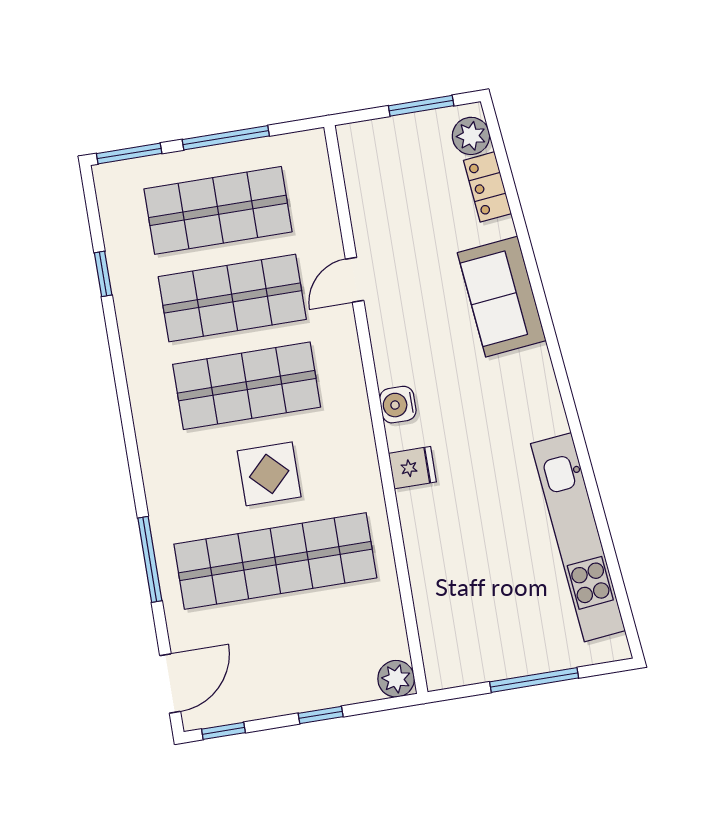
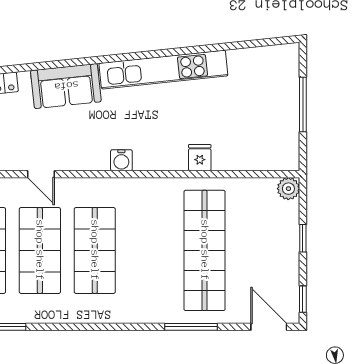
fridge: (412, 468) -> (200, 158), moved
display table: (269, 474) -> (151, 246), removed
kitchen unit: (578, 537) -> (163, 70), moved

